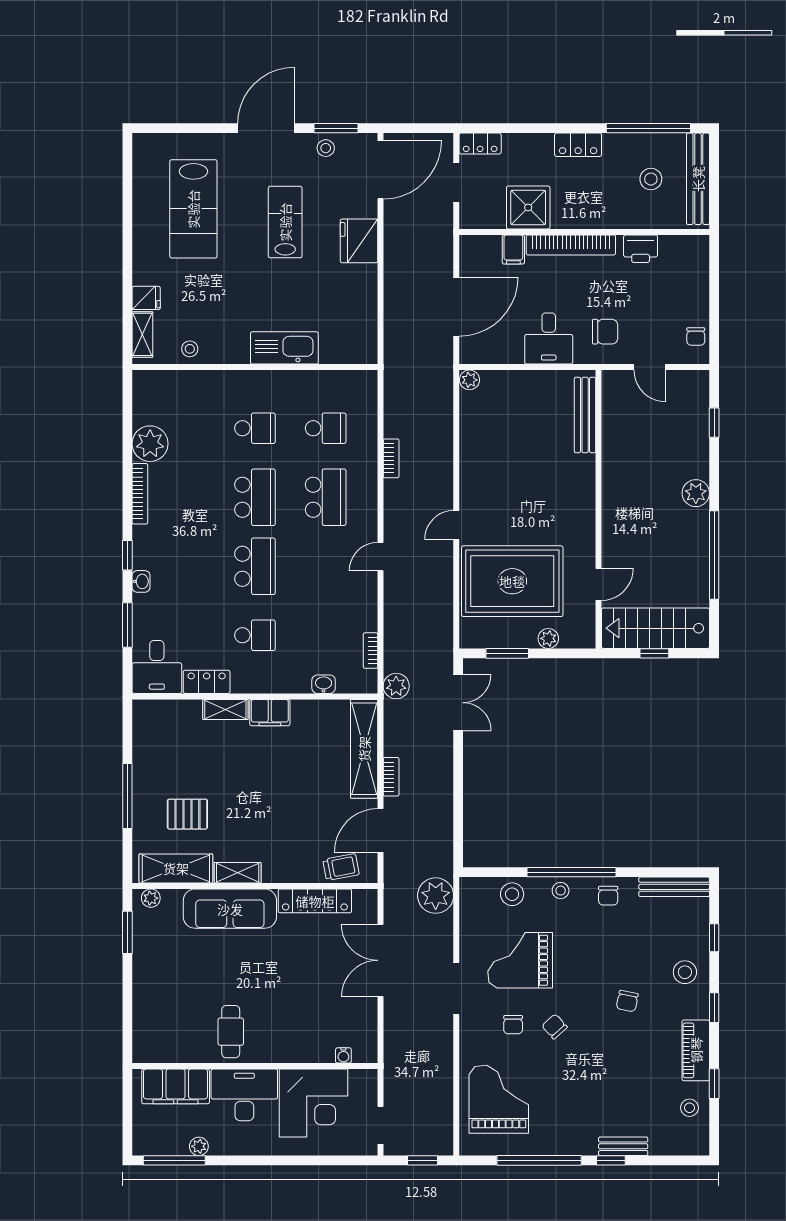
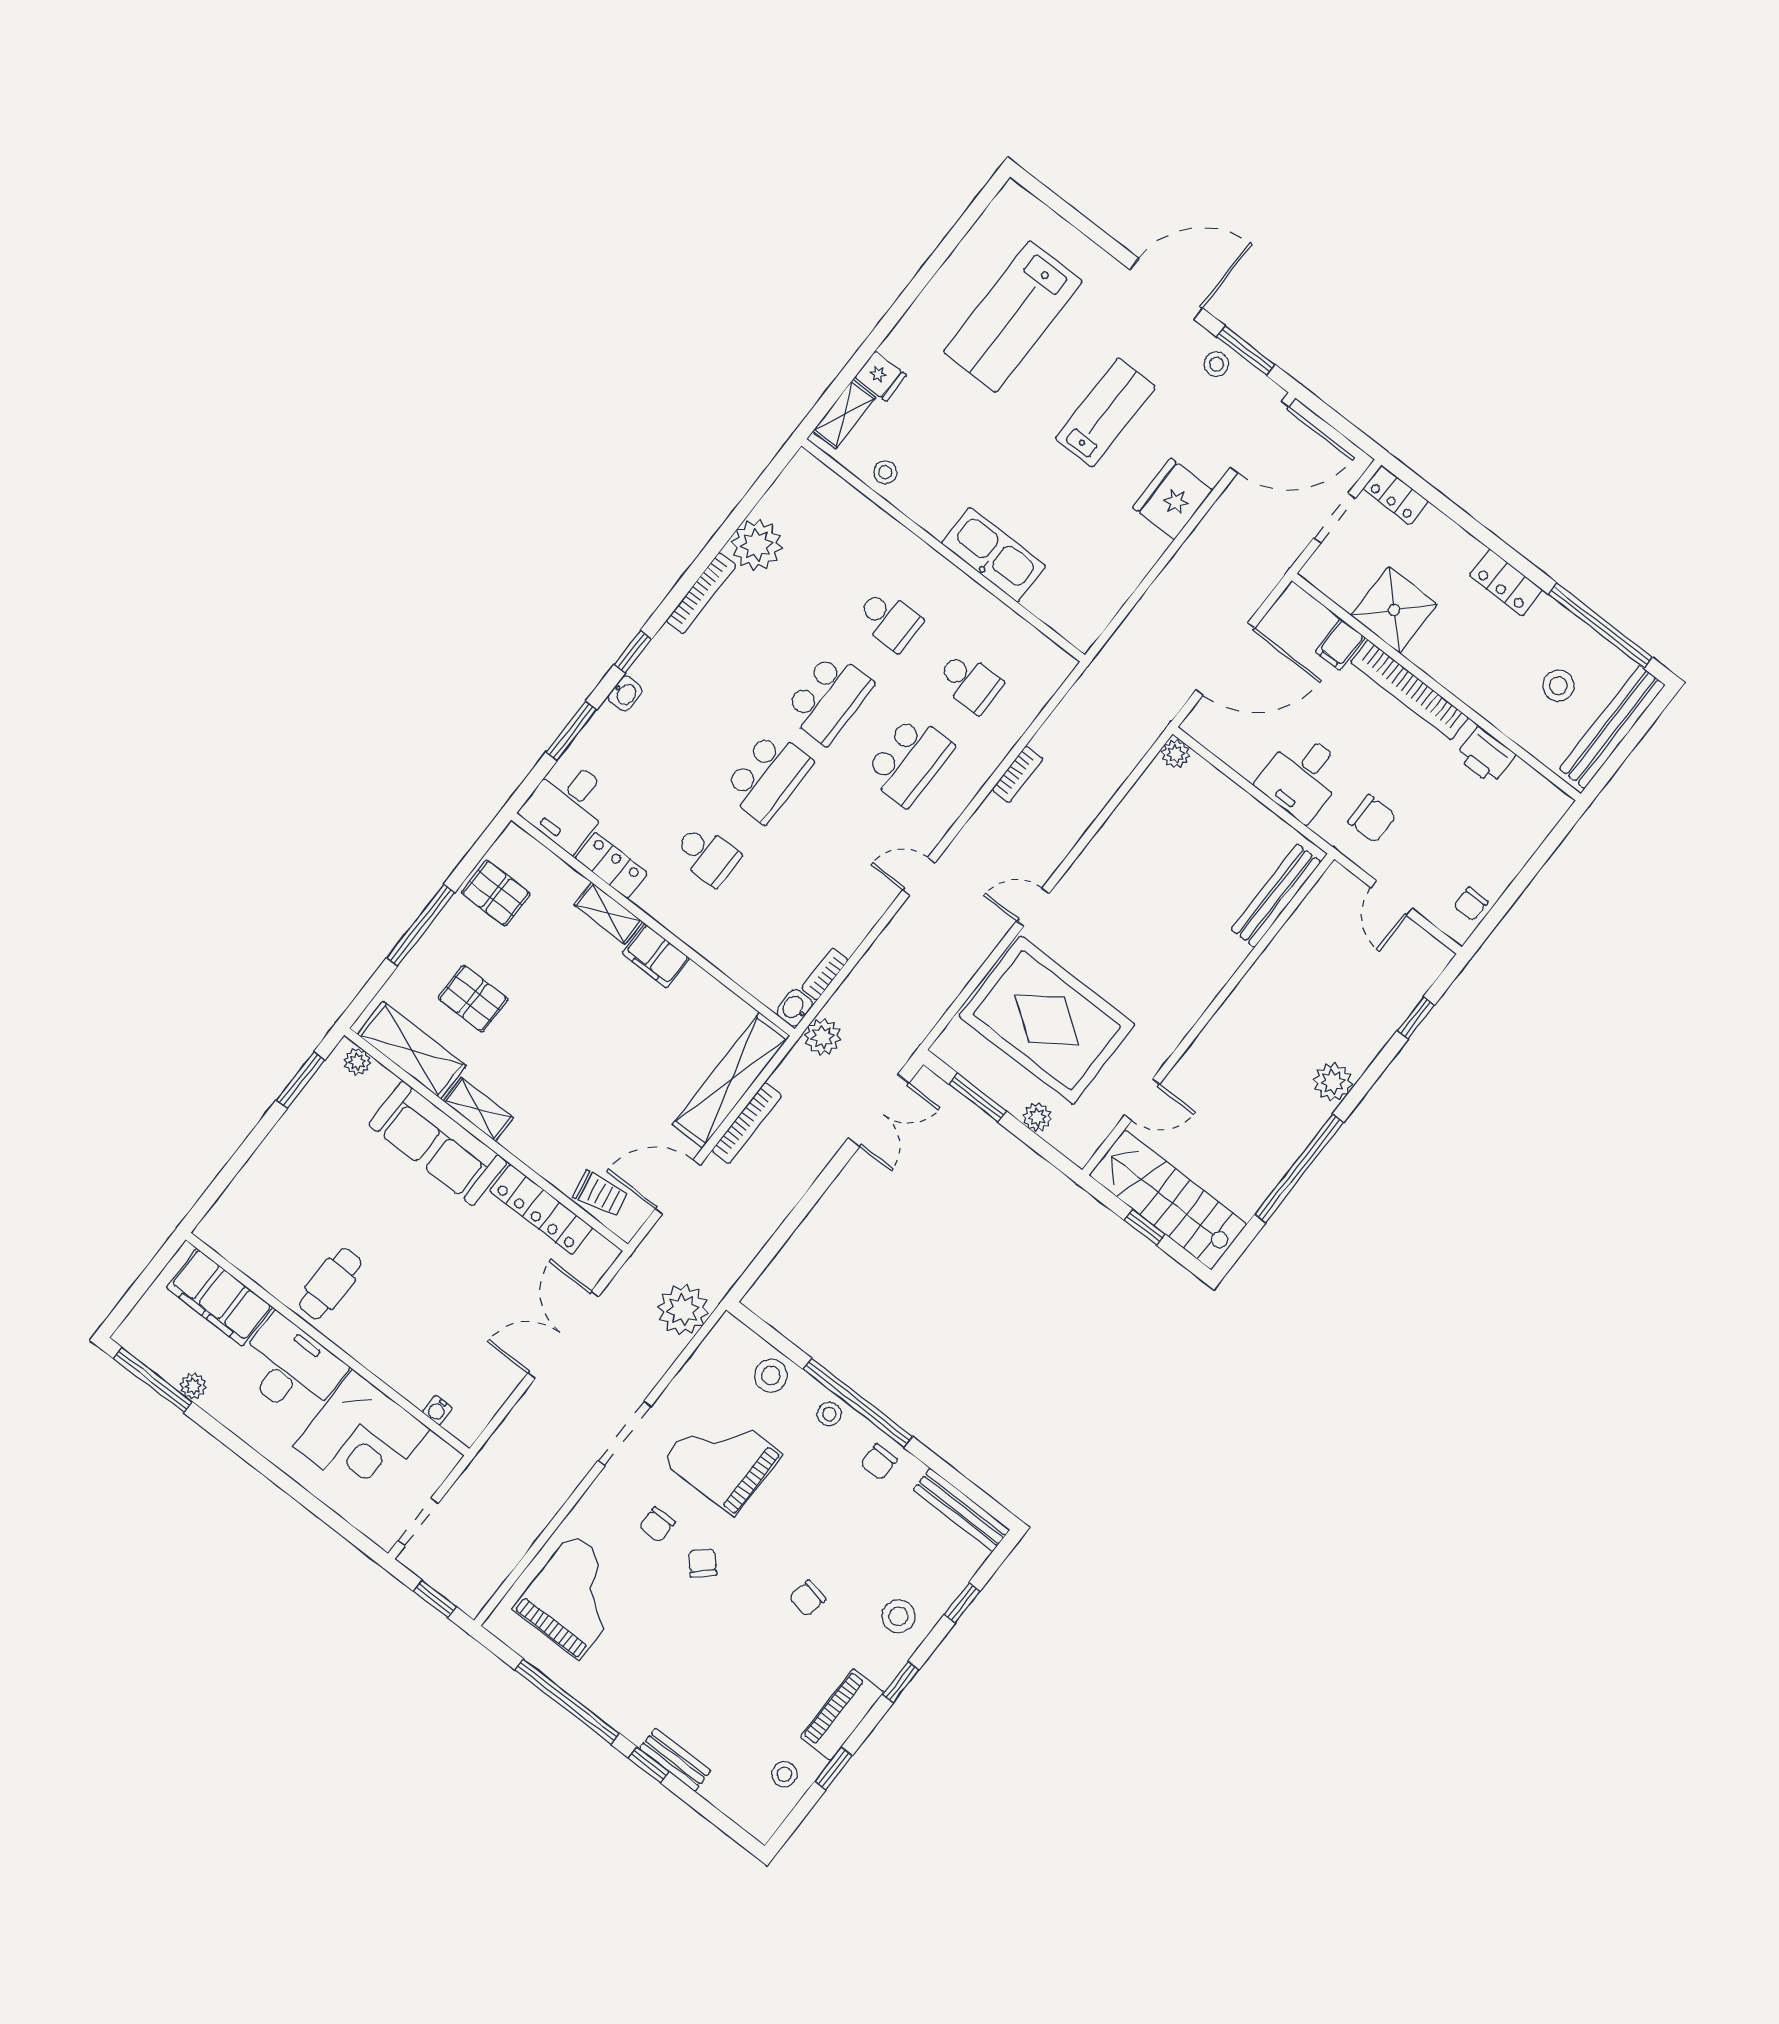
washbasin: (324, 684) -> (795, 1008), moved, turned -90
pallet: (155, 746) -> (496, 893), added
bookcase: (391, 777) -> (747, 1123), width x1.56

